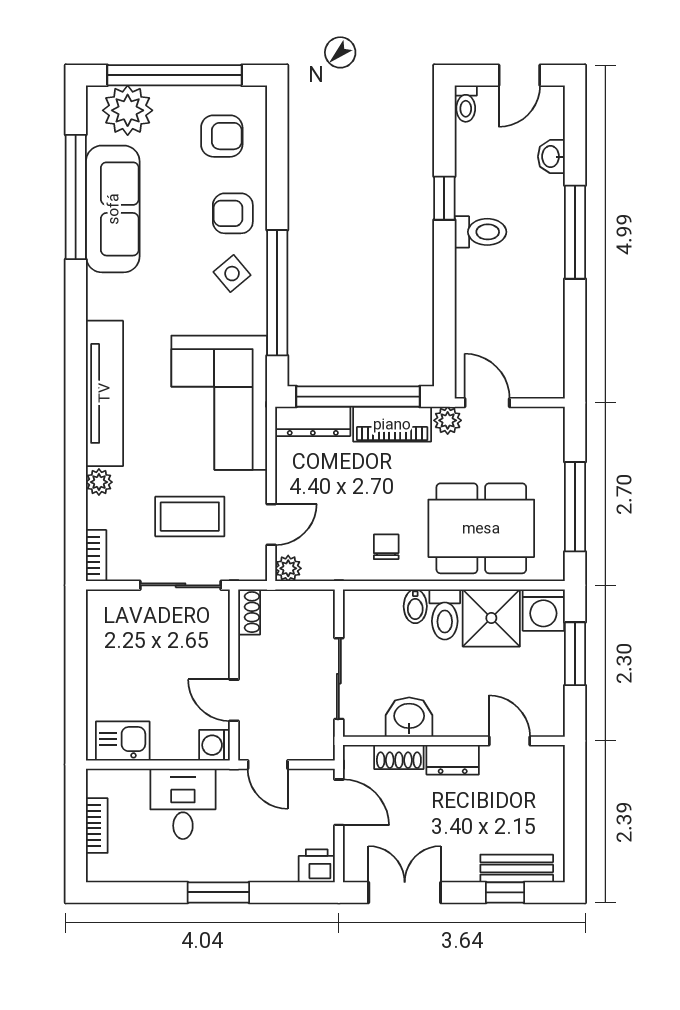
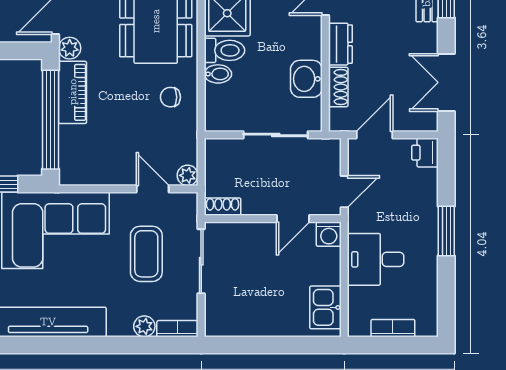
dresser: (313, 421) -> (70, 156), removed
plant: (99, 482) -> (144, 326), moved

